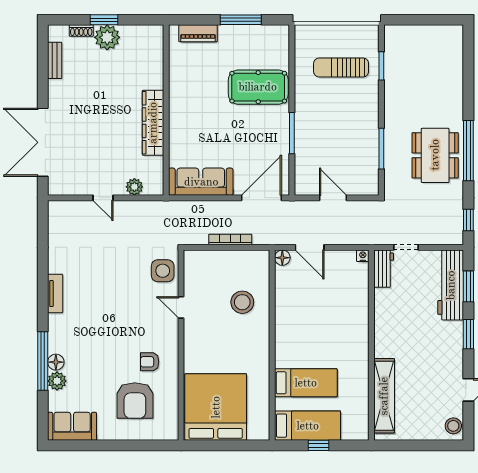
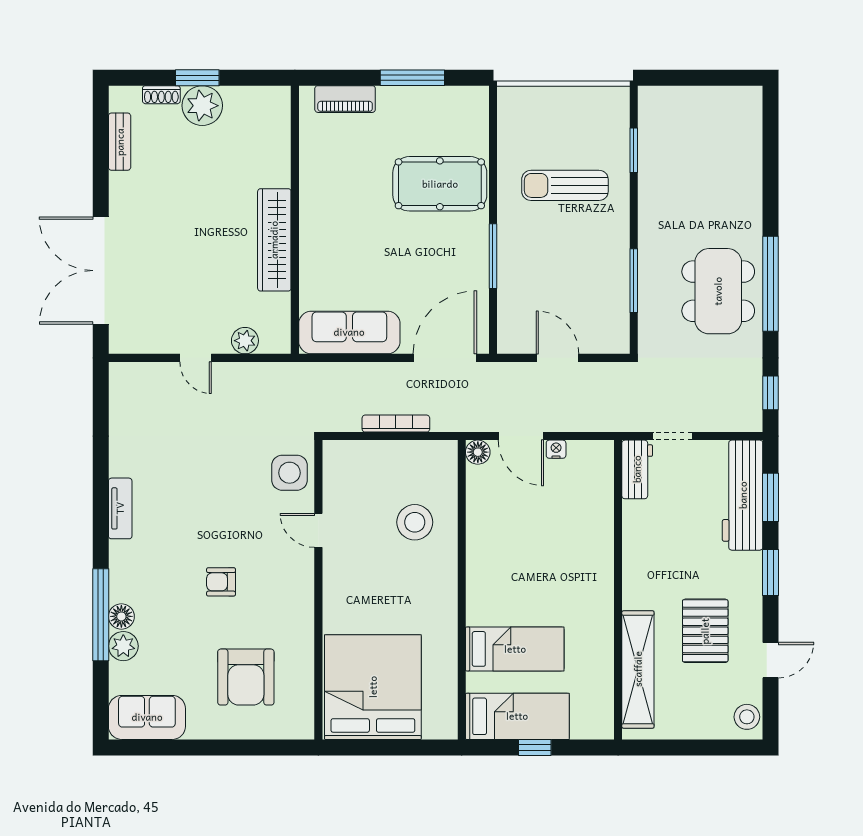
sun lounger: (341, 67) -> (565, 185), moved
nightstand: (363, 256) -> (556, 449), moved
armchair: (150, 362) -> (221, 582), moved
pallet: (427, 371) -> (705, 631), added

